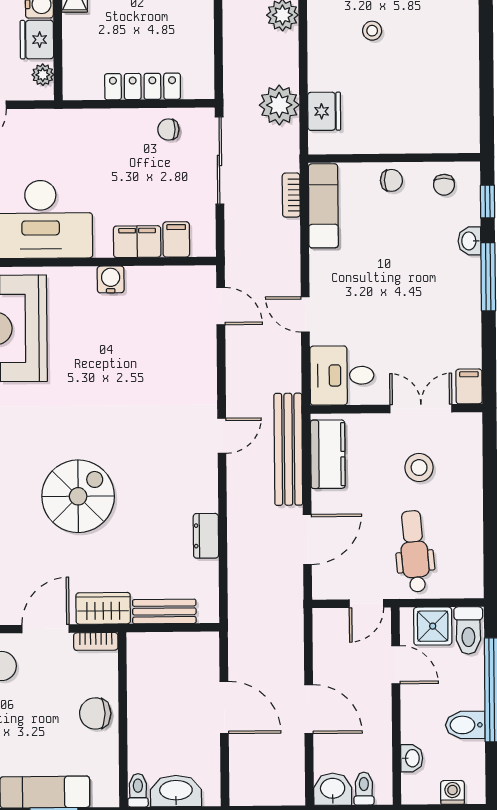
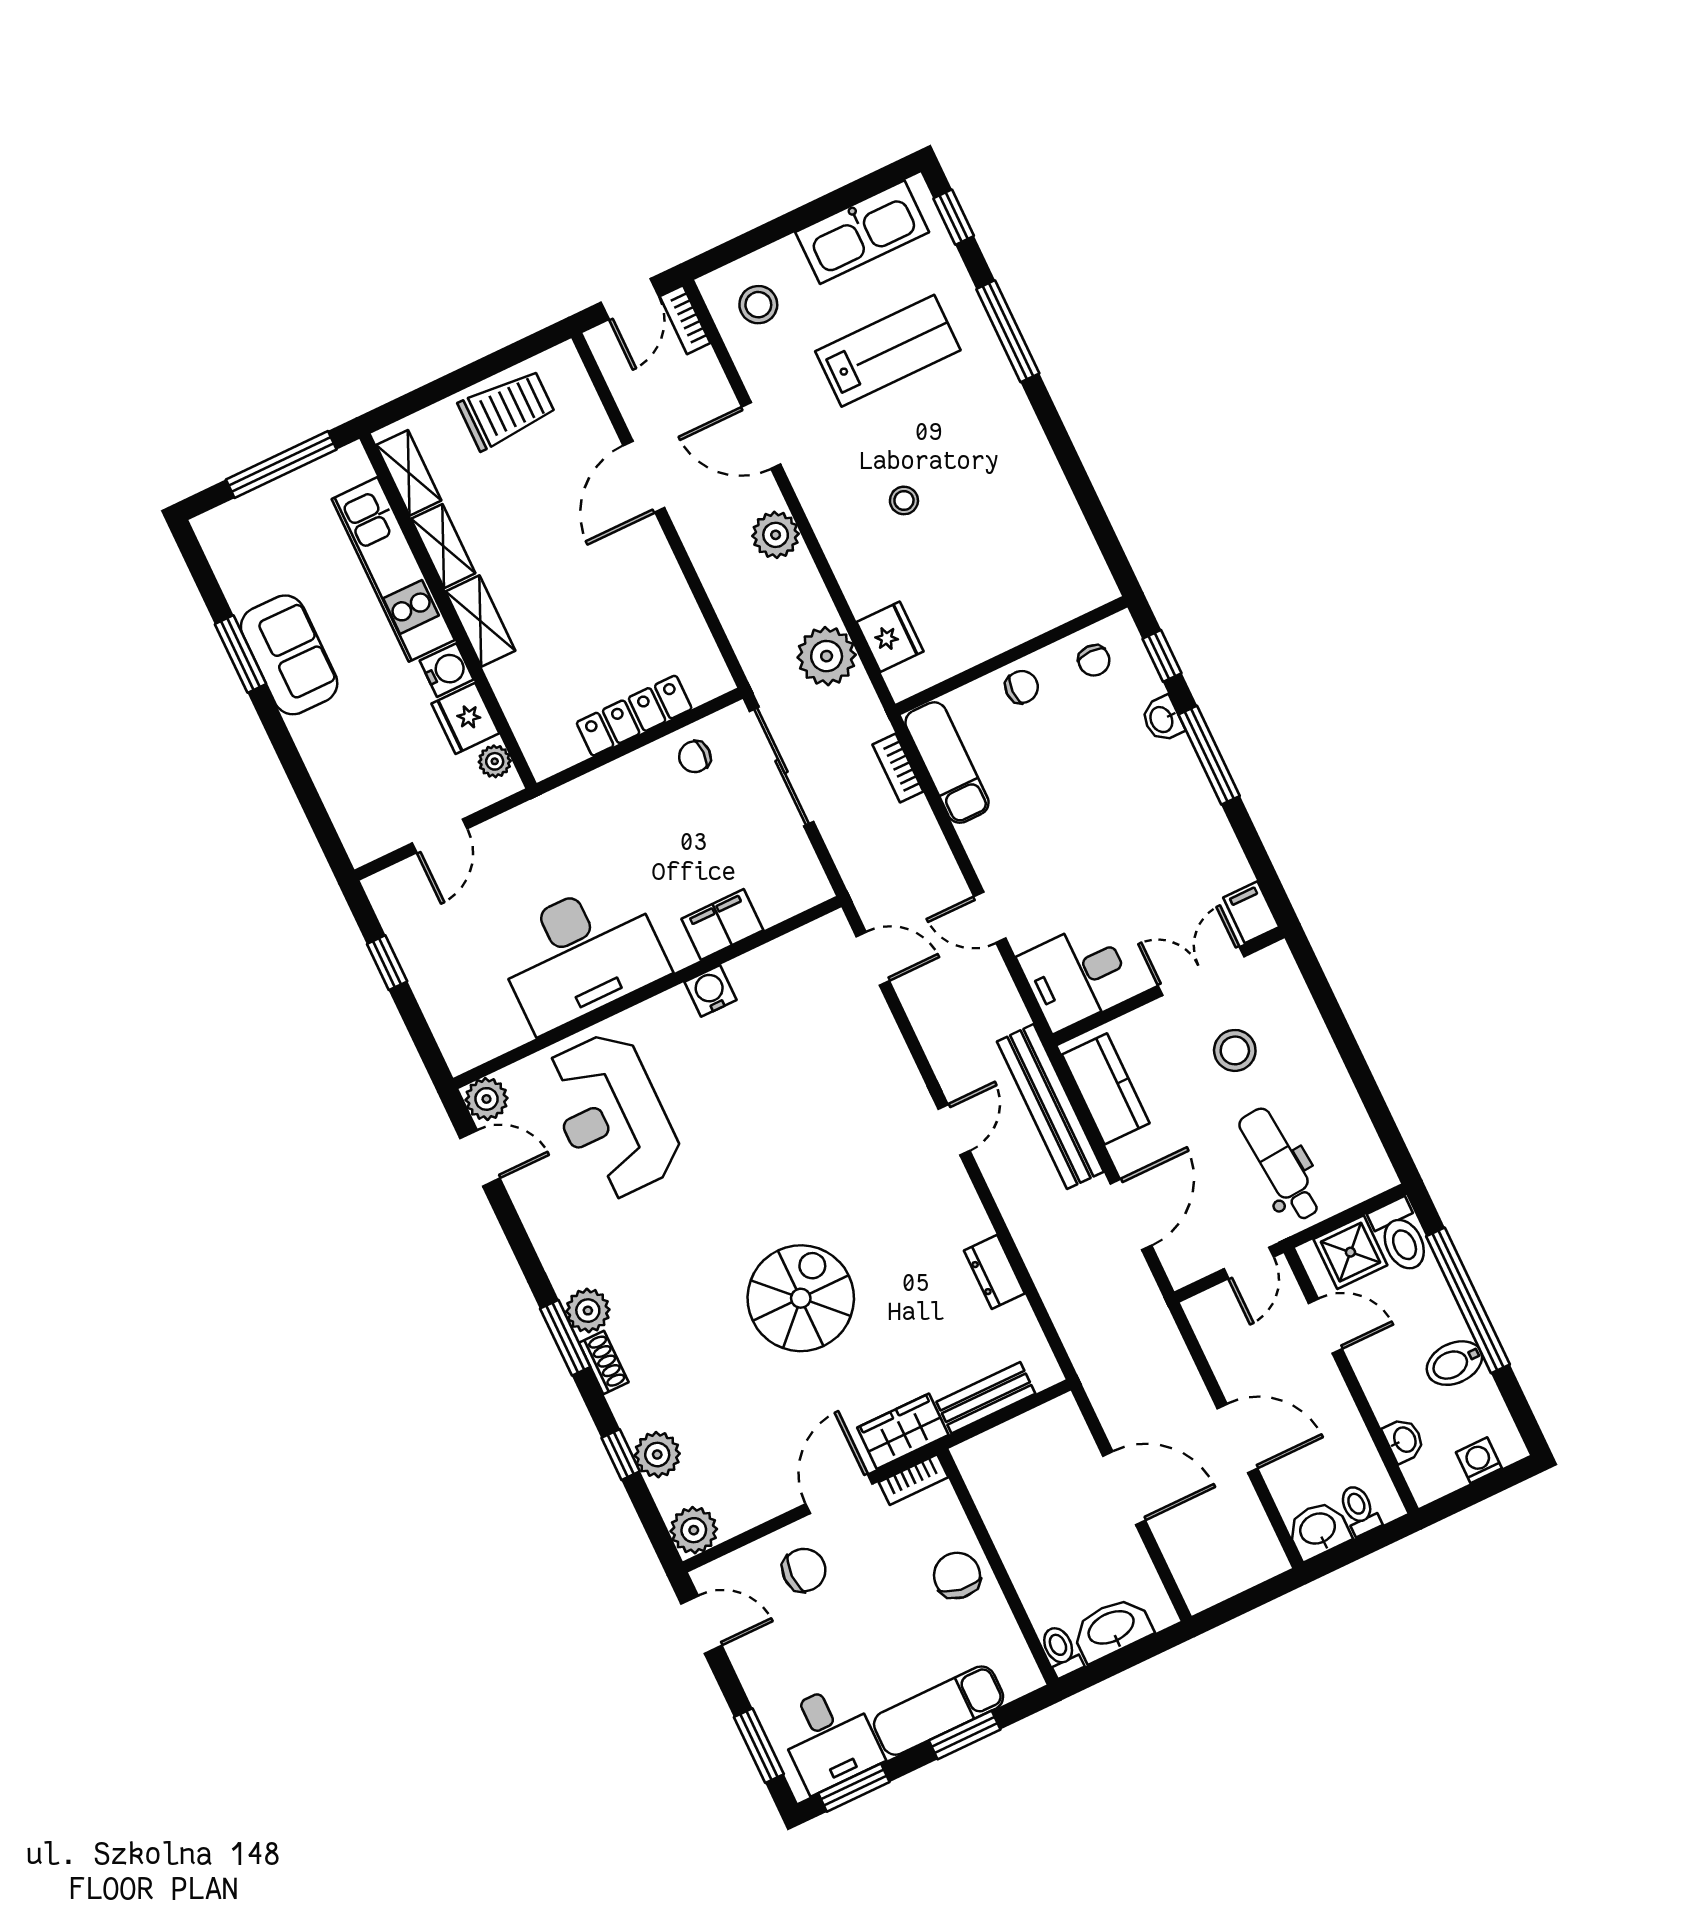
filing cabinet: (176, 239) -> (773, 898), removed
chair: (95, 713) -> (957, 1575), turned 99

